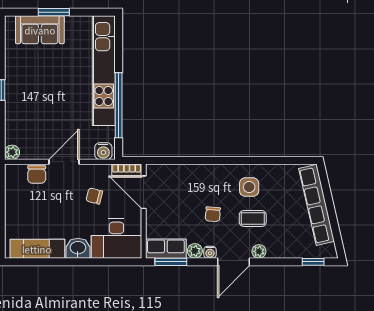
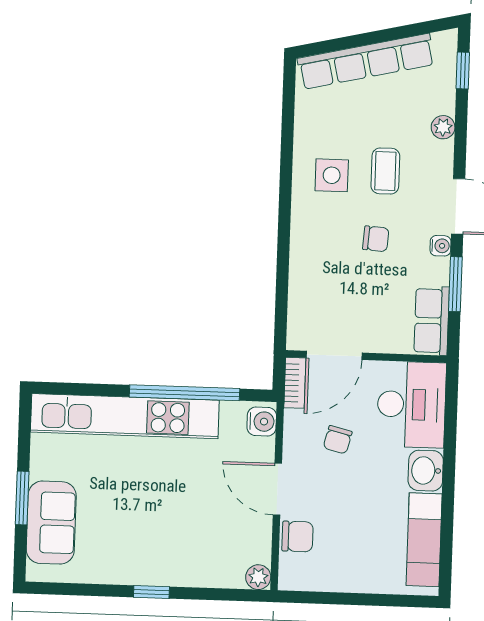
plant: (195, 251) -> (437, 271), removed
plant: (259, 251) -> (443, 127), moved
window: (171, 262) -> (455, 284), moved

